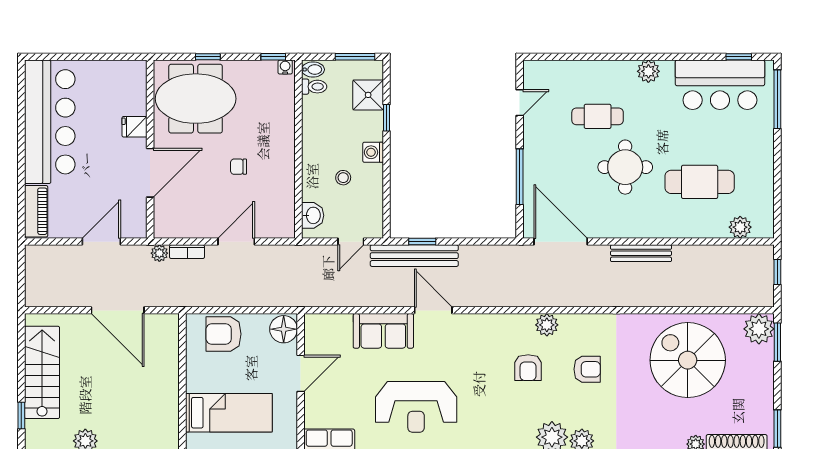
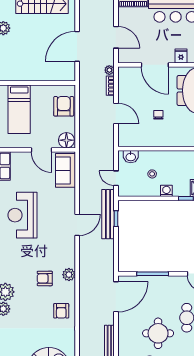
plant: (547, 325) -> (69, 275), moved
sofa: (383, 331) -> (65, 170), moved
armchair: (587, 369) -> (61, 311), moved

